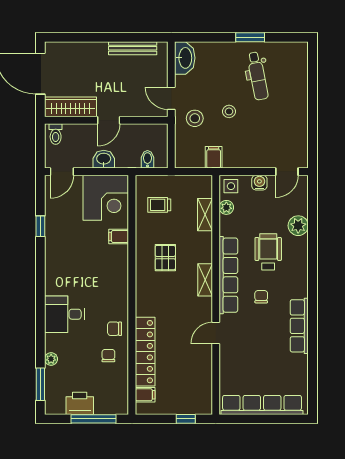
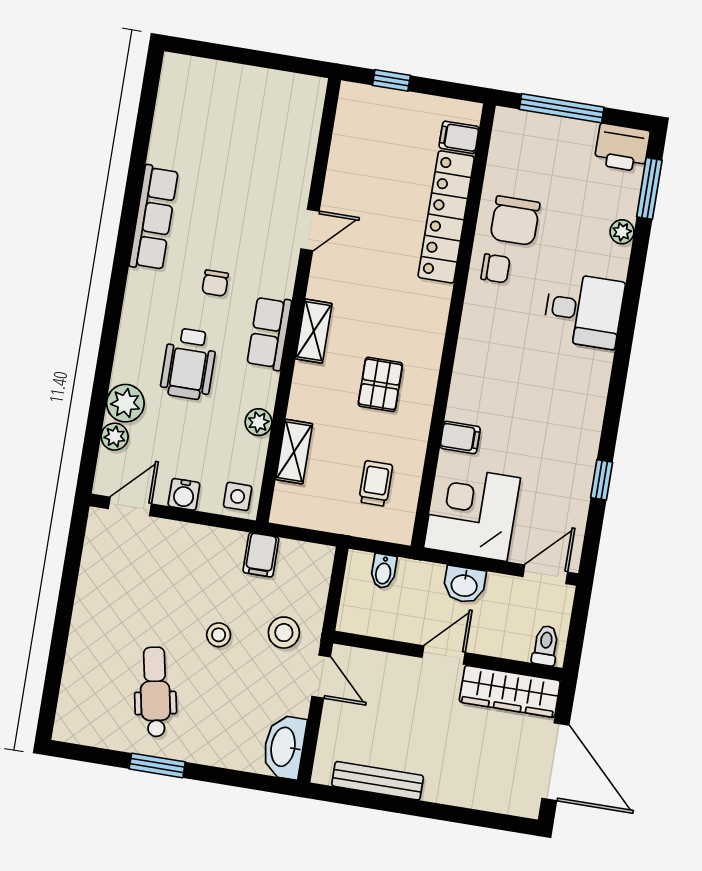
trolley: (159, 205) -> (376, 483), turned -90
plant: (226, 207) -> (259, 422), moved
plant: (301, 207) -> (115, 437), added
row of seats: (228, 275) -> (269, 333), width x0.50
chair: (108, 356) -> (515, 221), width x1.87, depth x1.87
printer: (80, 403) -> (622, 148), moved
row of seats: (262, 405) -> (246, 83), removed

